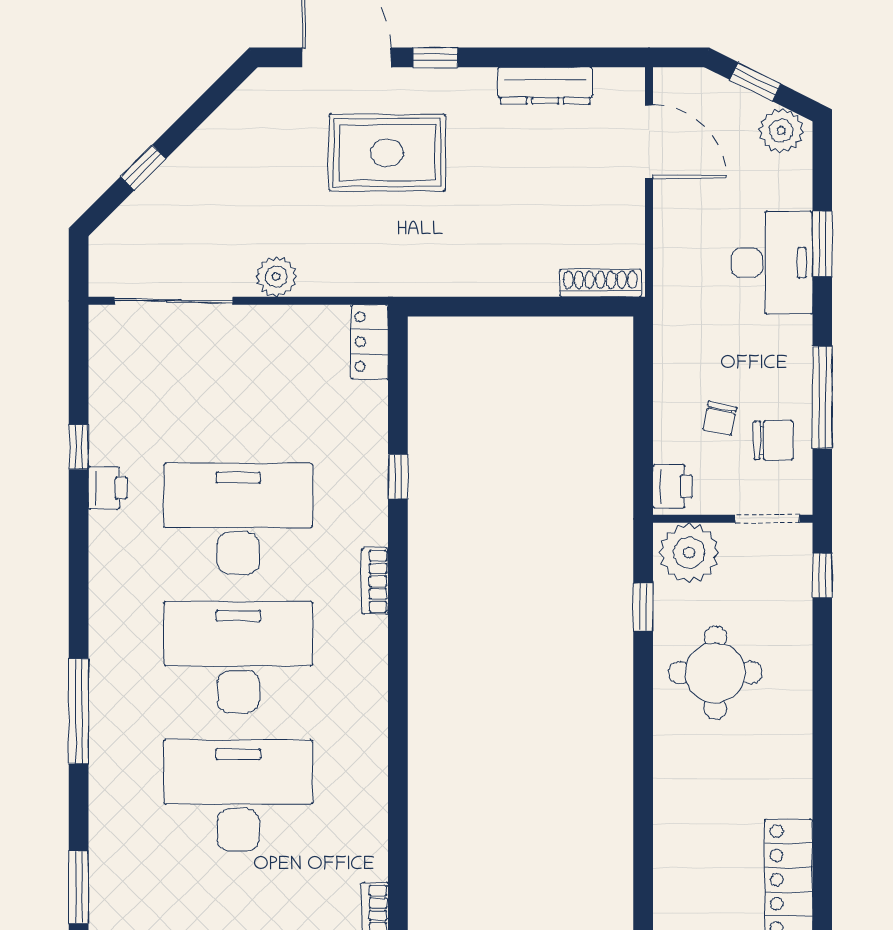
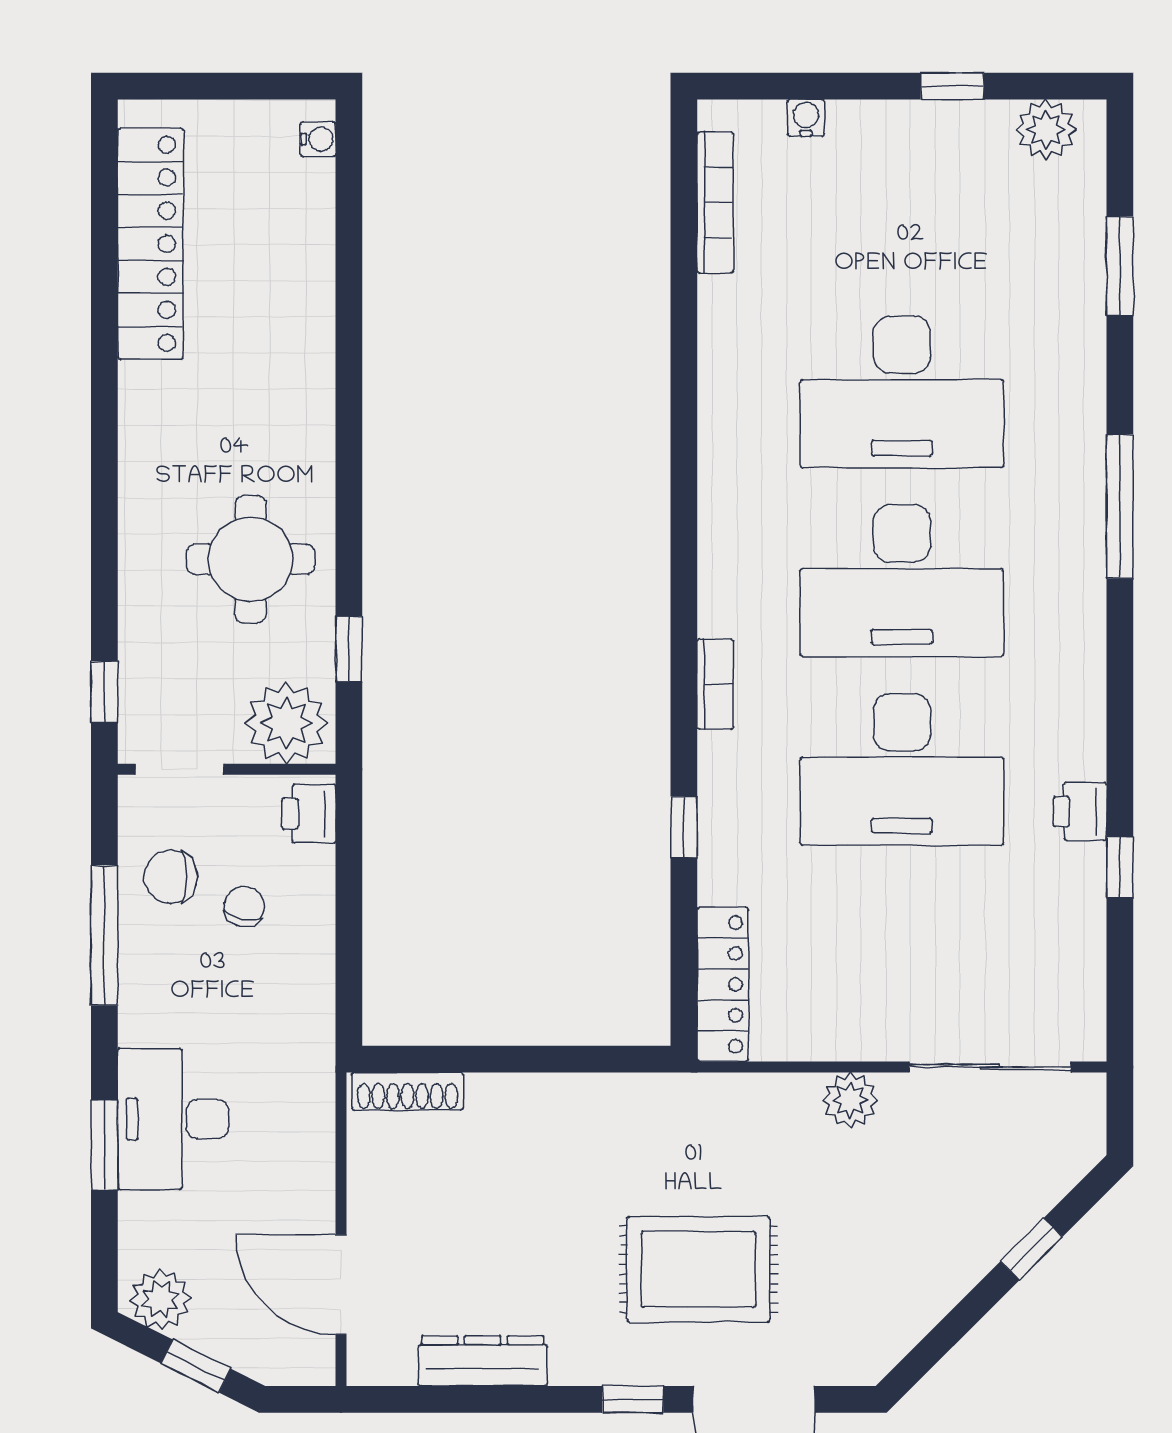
locker: (369, 342) -> (723, 984), width x1.53

